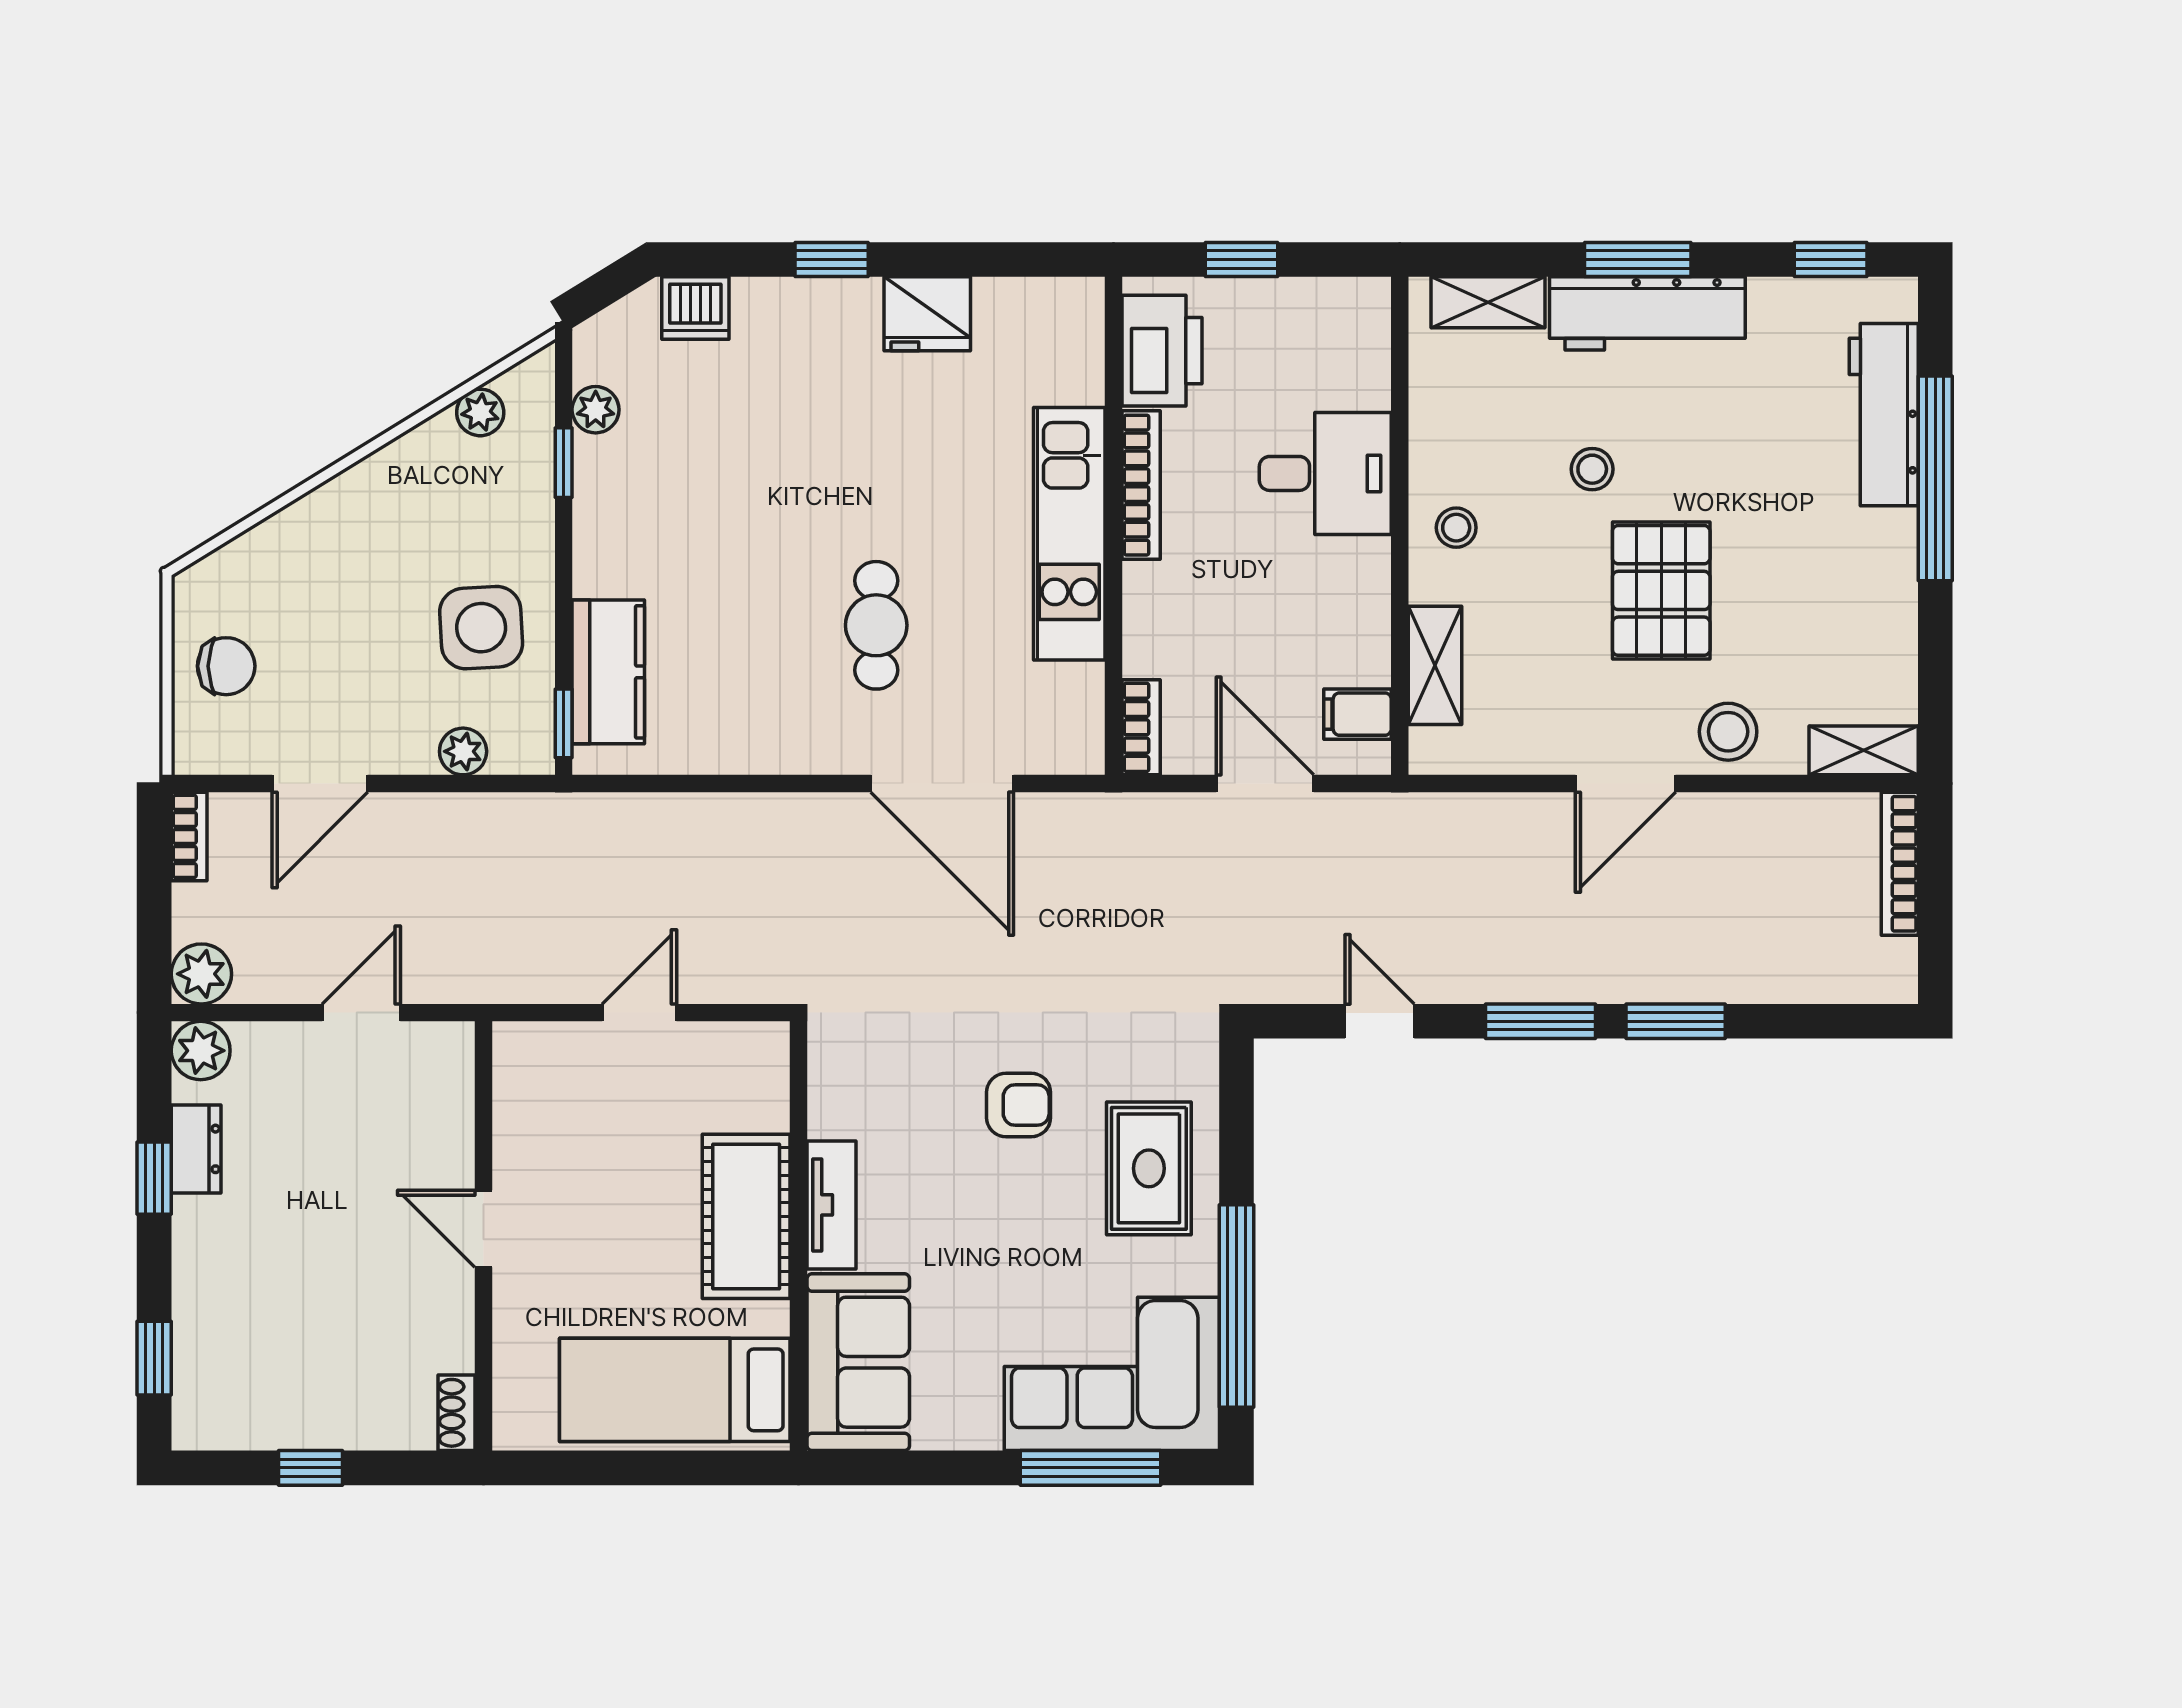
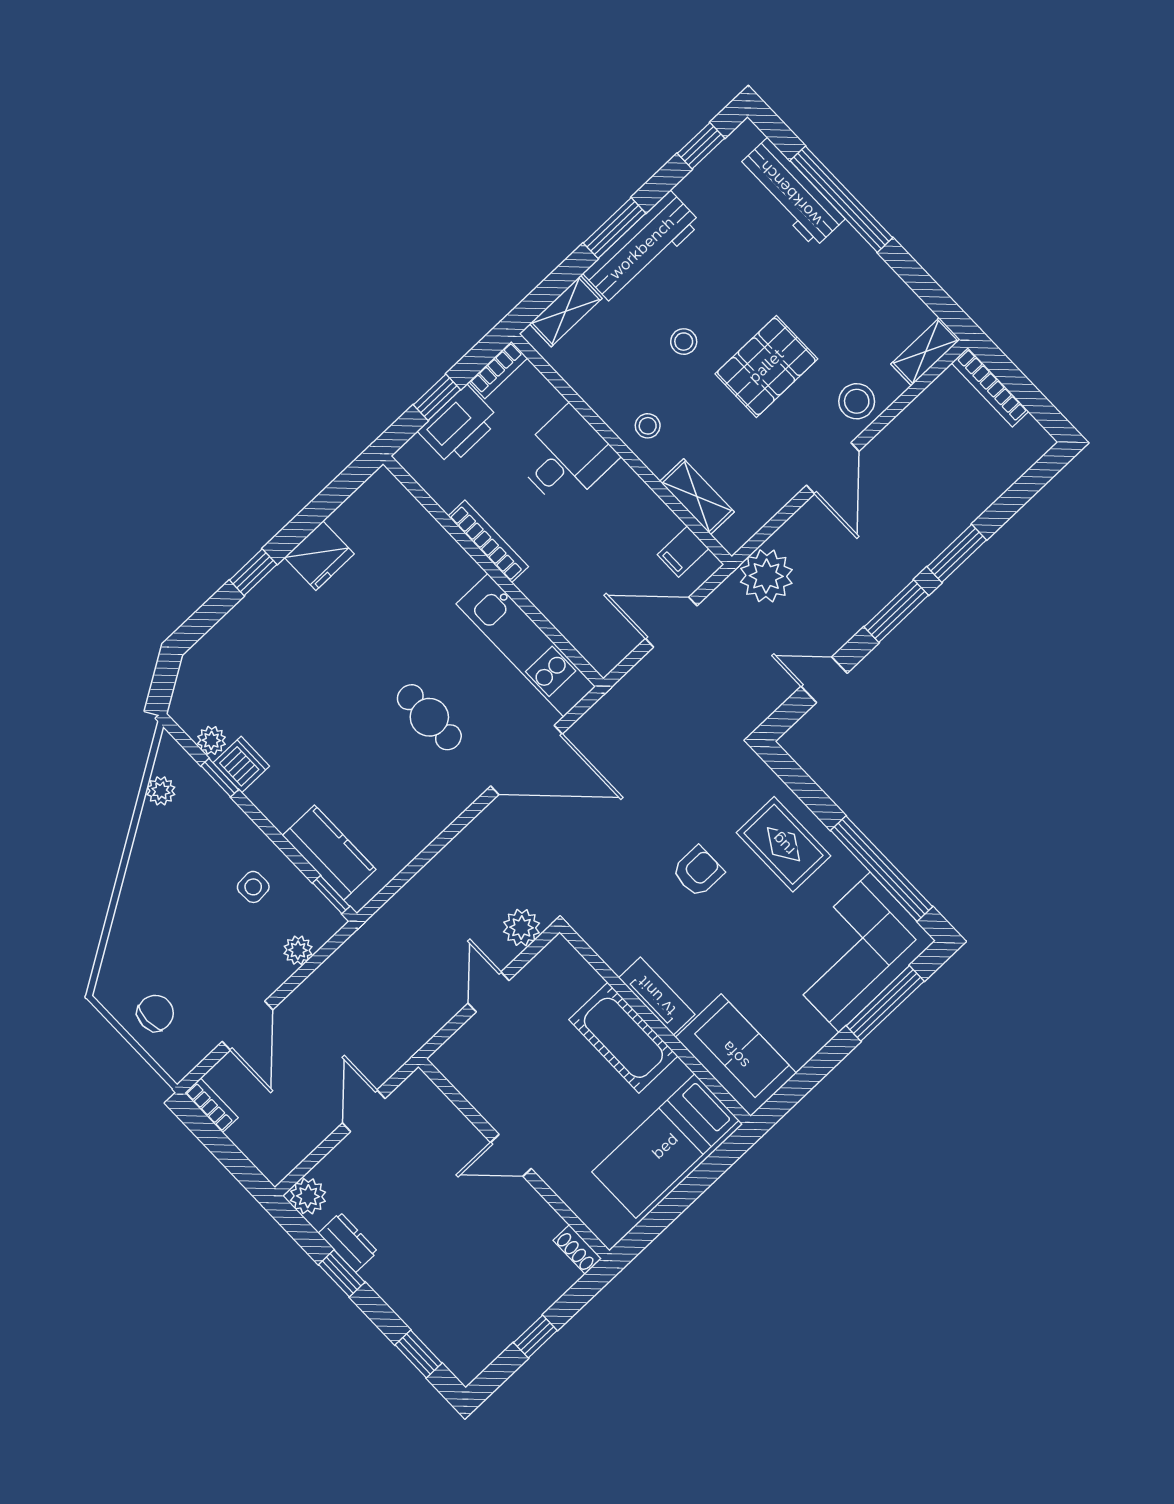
dishwasher: (695, 308) -> (241, 764), moved, turned -90
printer: (1162, 351) -> (459, 425), moved, turned 90
kitchen unit: (1069, 534) -> (526, 645), moved
pallet: (1661, 590) -> (766, 366), turned 90
side table: (481, 628) -> (253, 887), width x0.54, depth x0.54
bookcase: (1141, 727) -> (498, 370), moved, turned 90
plant: (1428, 835) -> (766, 576), added
plant: (201, 974) -> (522, 927), moved

